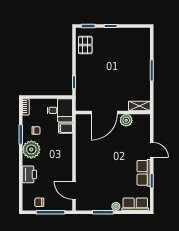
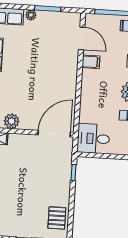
door: (104, 112) -> (54, 134), moved
filing cabinet: (65, 128) -> (91, 62), moved

